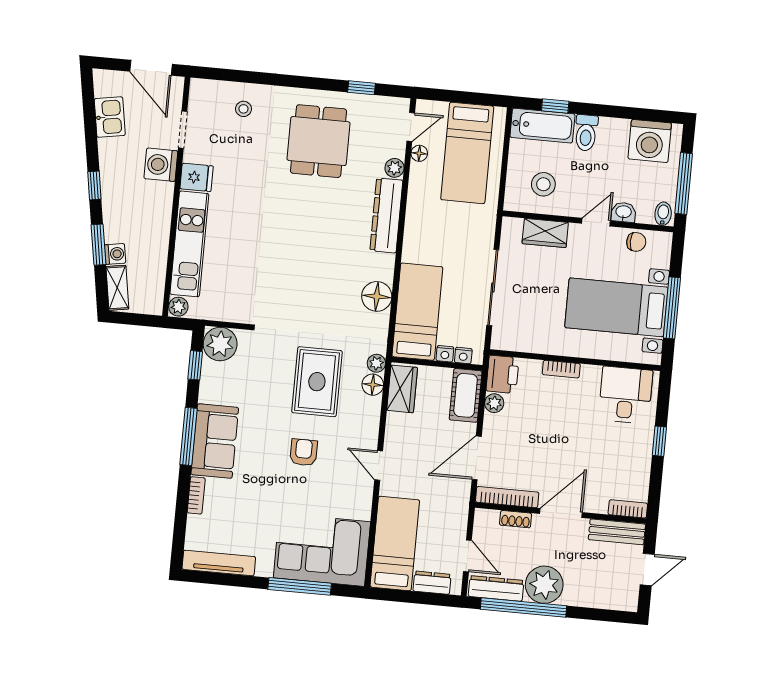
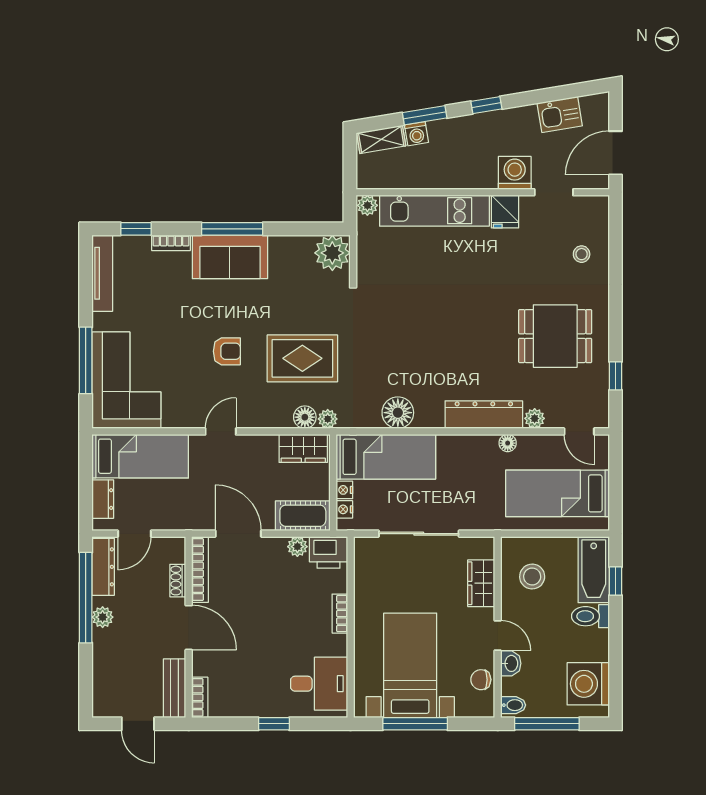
floor lamp: (419, 153) -> (508, 443), moved
chair: (636, 242) -> (481, 680), turned 90
window: (195, 365) -> (136, 229), moved
plant: (544, 585) -> (103, 617), width x0.53, depth x0.53

